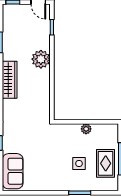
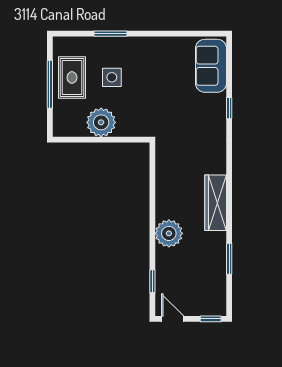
plant: (86, 129) -> (101, 122), width x1.88, depth x1.88

